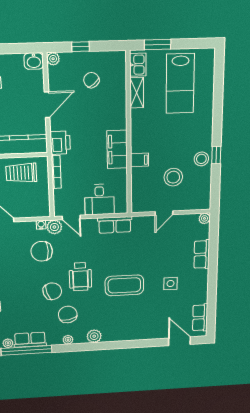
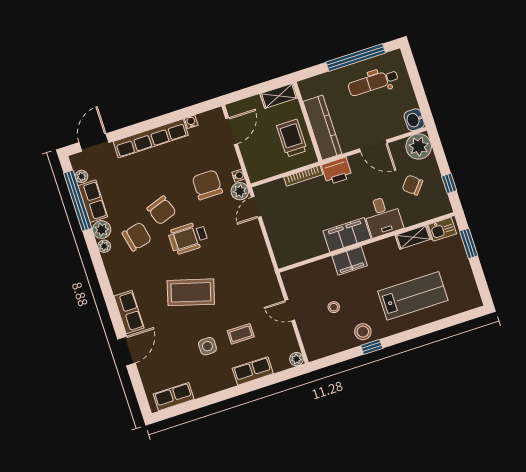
window: (80, 47) -> (449, 183), moved
plant: (53, 59) -> (419, 146), width x1.87, depth x1.87
chair: (91, 80) -> (412, 185), turned -101
lab bench: (180, 84) -> (413, 296), moved, turned 180
filing cabinet: (140, 160) -> (350, 261), width x2.00
stool: (173, 177) -> (334, 307), width x0.53, depth x0.53
desk: (99, 200) -> (383, 216), moved, turned -90
row of seats: (115, 225) -> (129, 312), moved, turned 180
coffee table: (170, 256) -> (241, 334), added
coffee table: (124, 285) -> (191, 292), turned -74
plant: (94, 336) -> (102, 230), moved
door: (179, 341) -> (126, 351), moved

